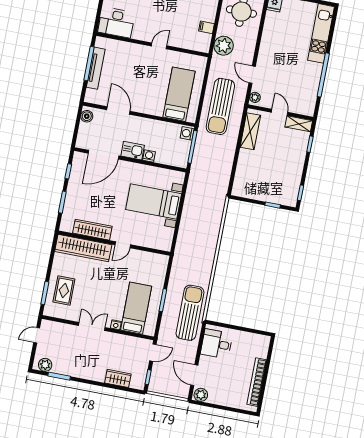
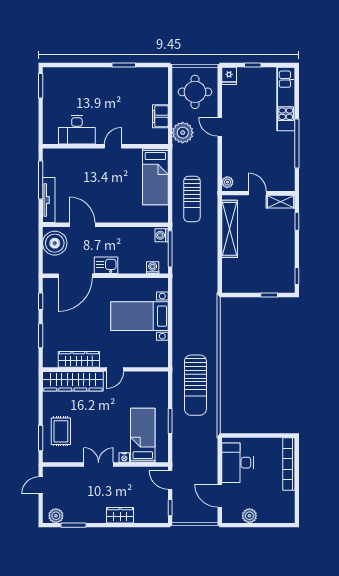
desk: (116, 22) -> (77, 130), moved
filing cabinet: (206, 27) -> (160, 116), width x2.00
tv unit: (96, 68) -> (49, 200), moved
door: (252, 75) -> (220, 127), moved
bed: (179, 94) -> (155, 177), moved, turned 180
sun lounger: (220, 106) -> (192, 199), width x0.73, depth x0.75
boiler: (87, 116) -> (55, 243), width x1.86, depth x1.86
shelving: (250, 131) -> (230, 229), width x1.47
washing machine: (149, 156) -> (153, 268), moved
sun lounger: (190, 313) -> (195, 385), moved, turned 180
desk: (217, 344) -> (237, 463), width x1.37
door: (153, 353) -> (170, 480), swing flipped
wardrobe: (118, 378) -> (120, 515), moved
bookcase: (257, 382) -> (289, 464), moved
plant: (201, 395) -> (249, 516), moved

